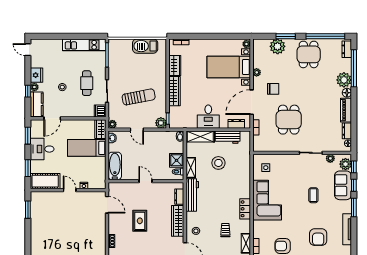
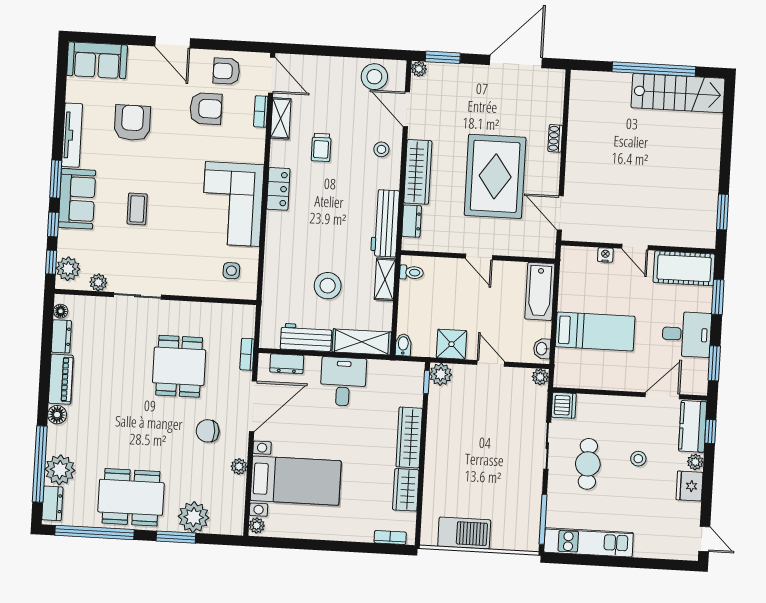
dining table: (309, 54) -> (131, 497), width x1.38
plant: (344, 80) -> (60, 470), moved
window: (28, 91) -> (710, 431), moved
sun lounger: (139, 97) -> (483, 430), removed
wardrobe: (100, 129) -> (565, 368), removed
shower: (177, 160) -> (451, 344), moved
sofa: (343, 185) -> (77, 199), moved
rug: (140, 221) -> (495, 176), width x1.86, depth x2.06

